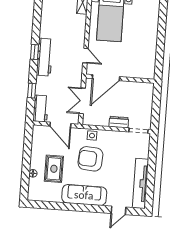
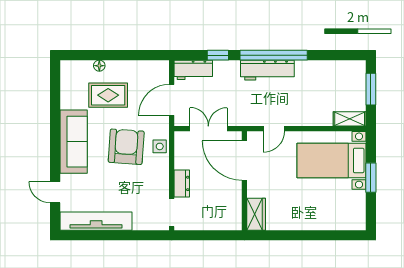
window: (34, 52) -> (274, 55), width x3.17
wardrobe: (144, 72) -> (256, 214), added

